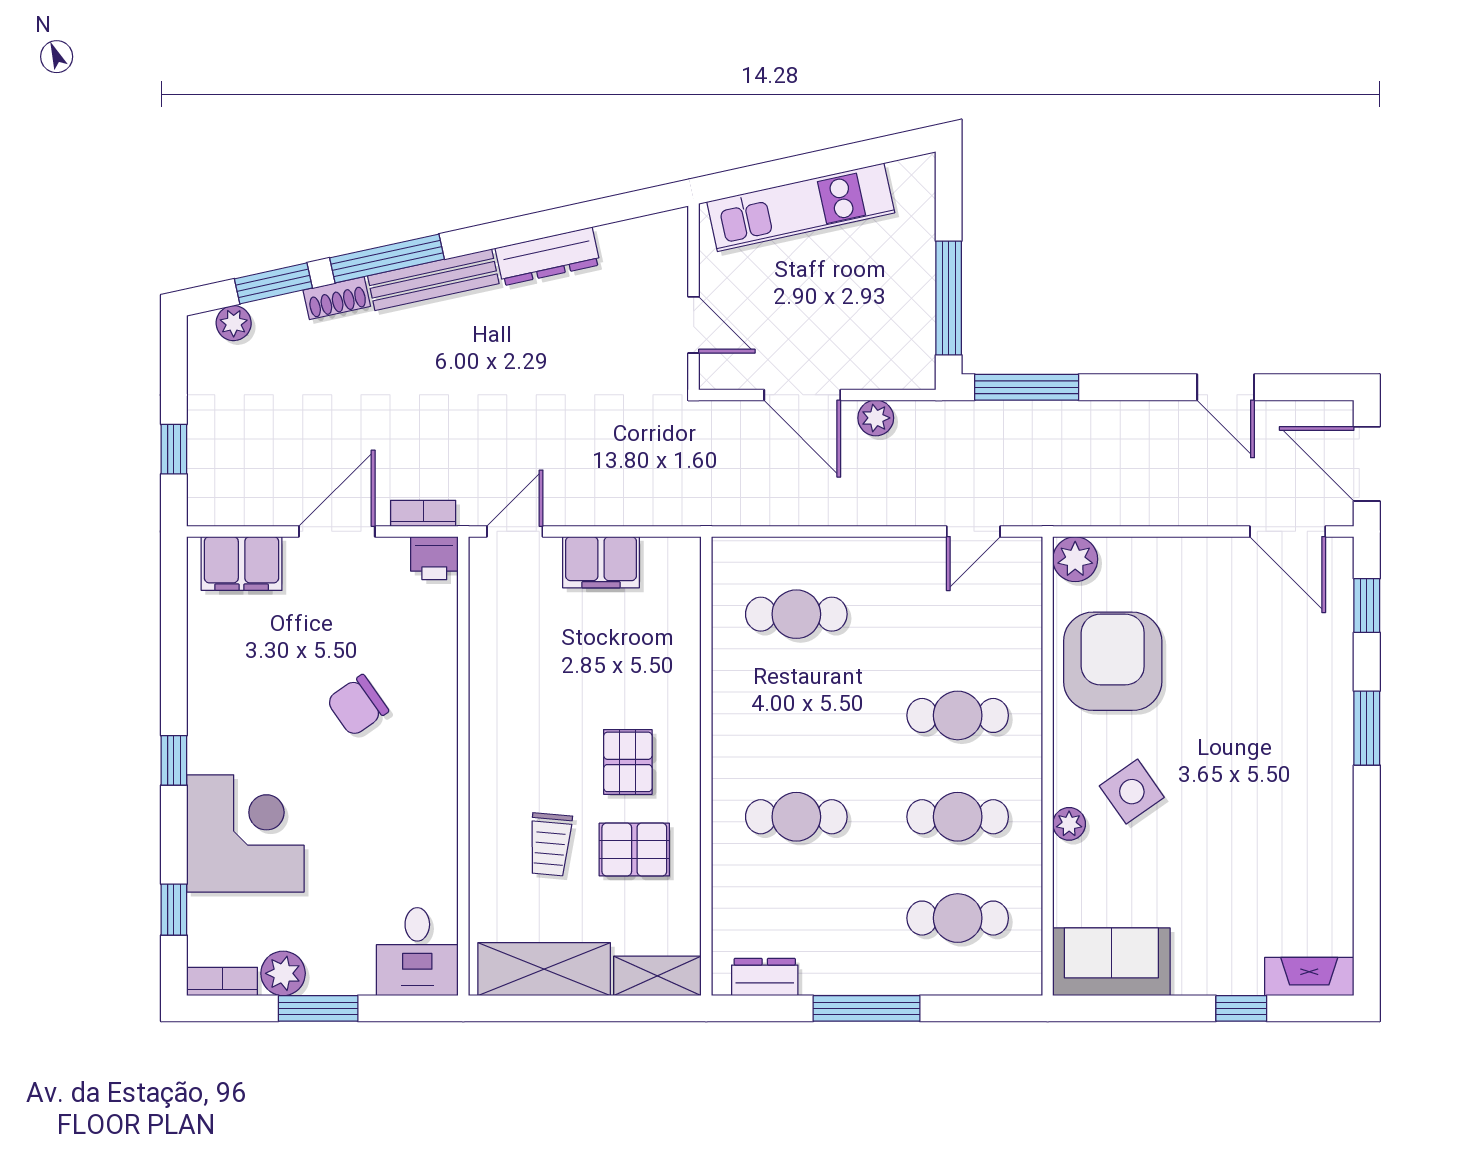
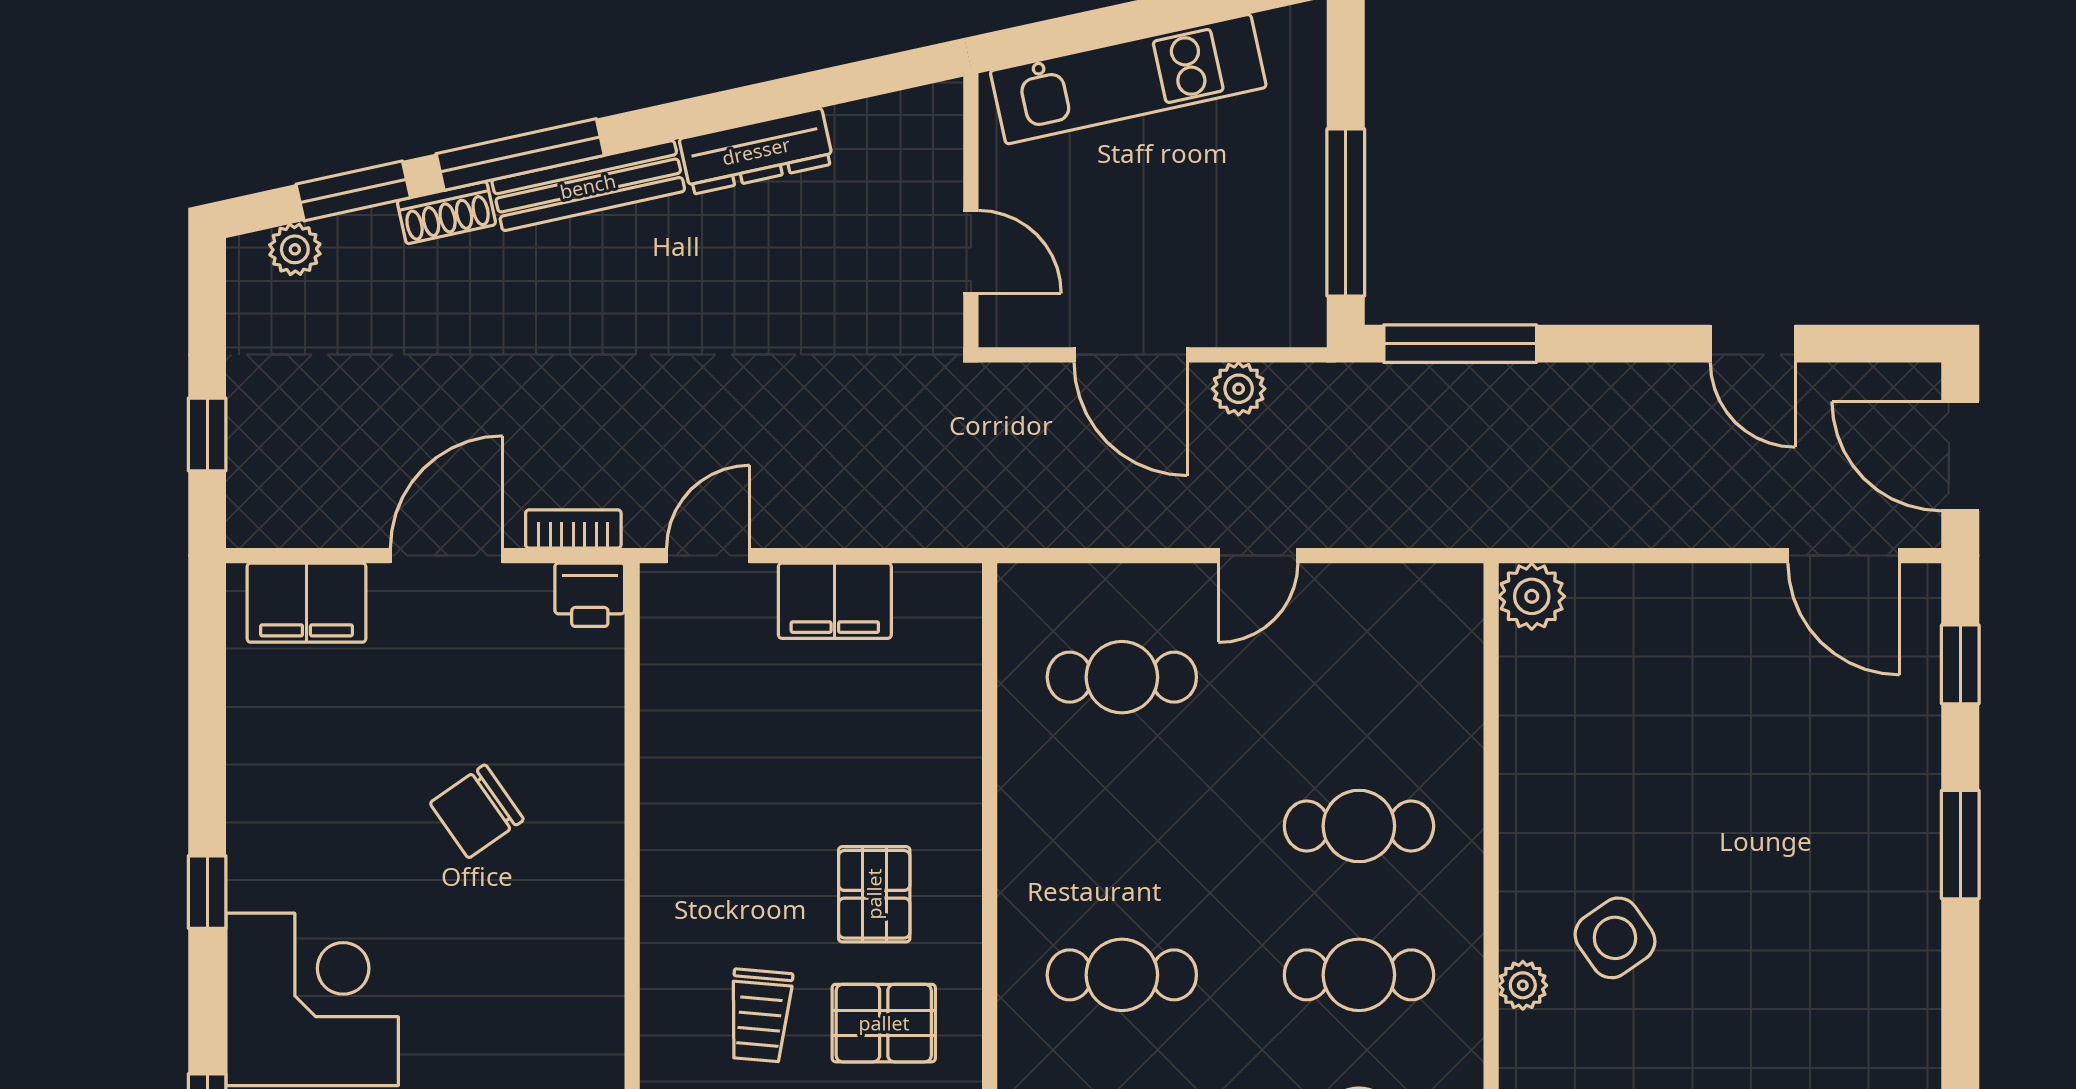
door: (973, 531) -> (1258, 556), moved
armchair: (1113, 661) -> (1587, 746), removed

